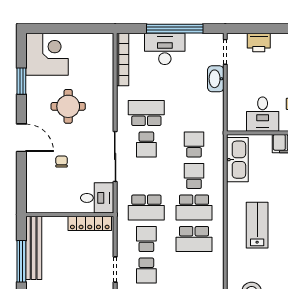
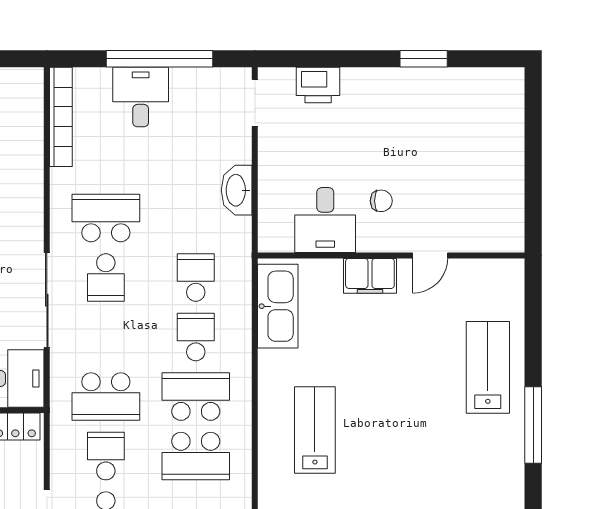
desk: (165, 49) -> (141, 97), width x0.73
washbasin: (216, 79) -> (237, 190), moved
school desk: (194, 208) -> (196, 397), turned 180

